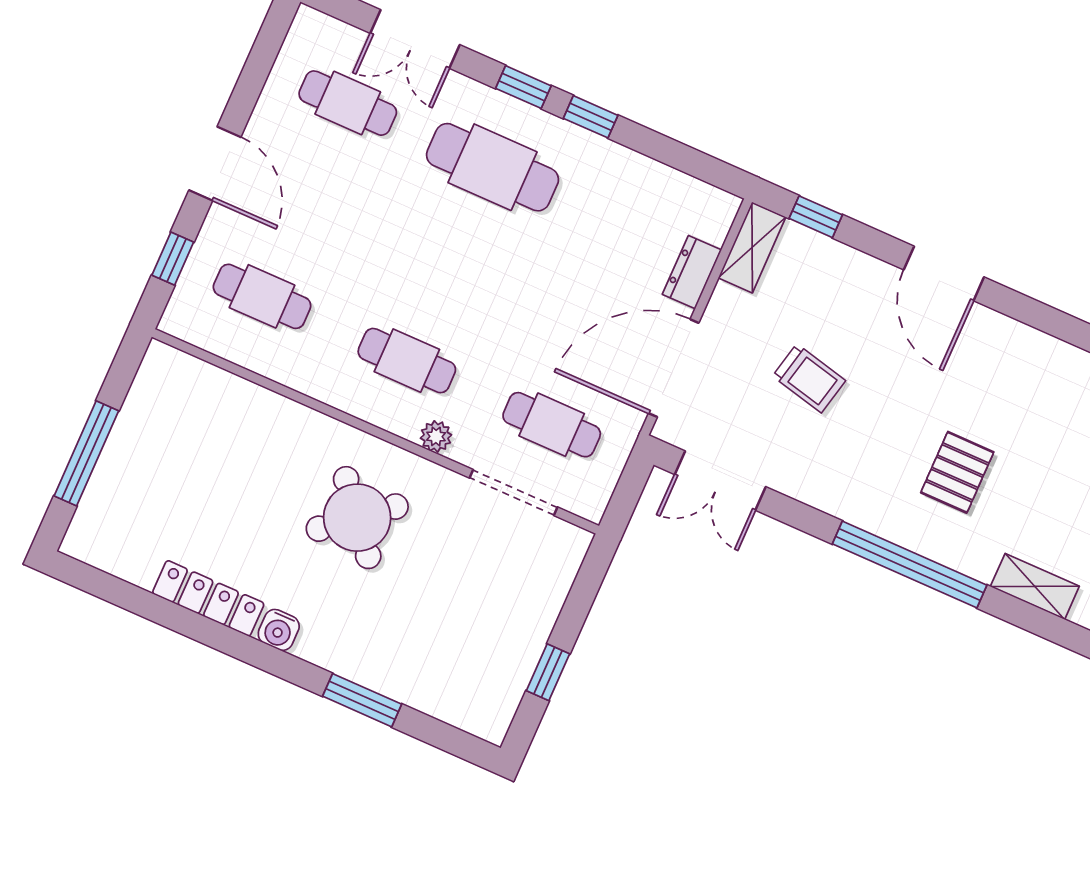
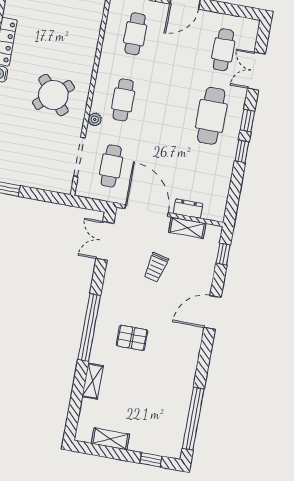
shelving: (752, 248) -> (187, 228), moved

